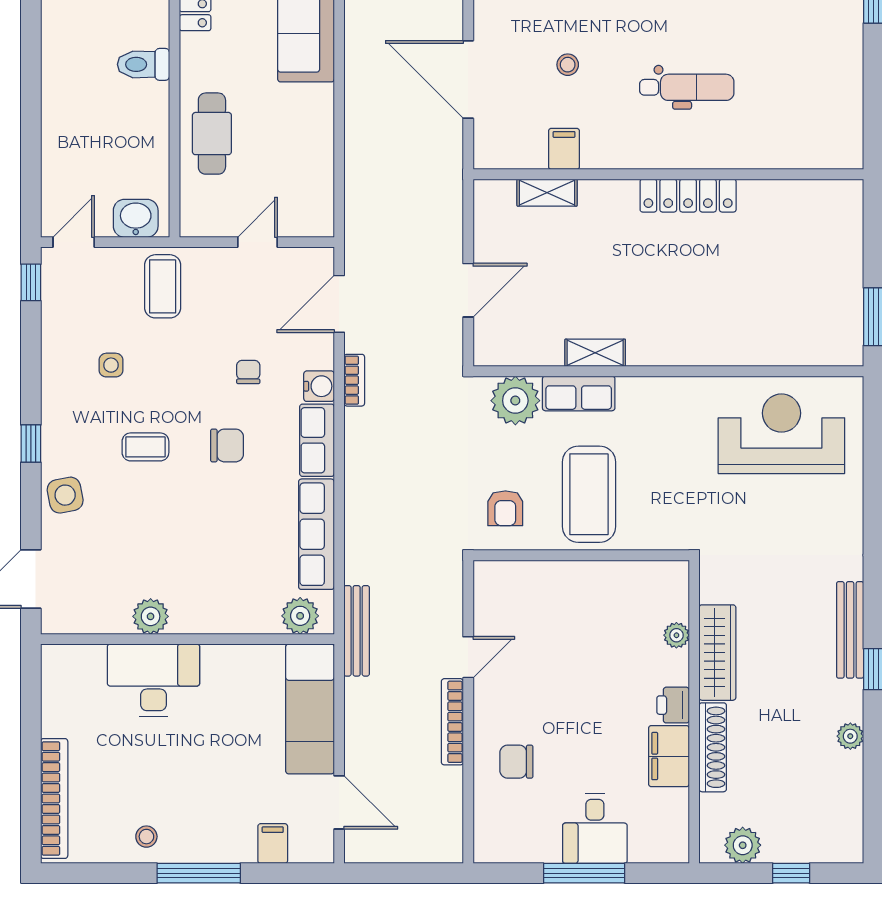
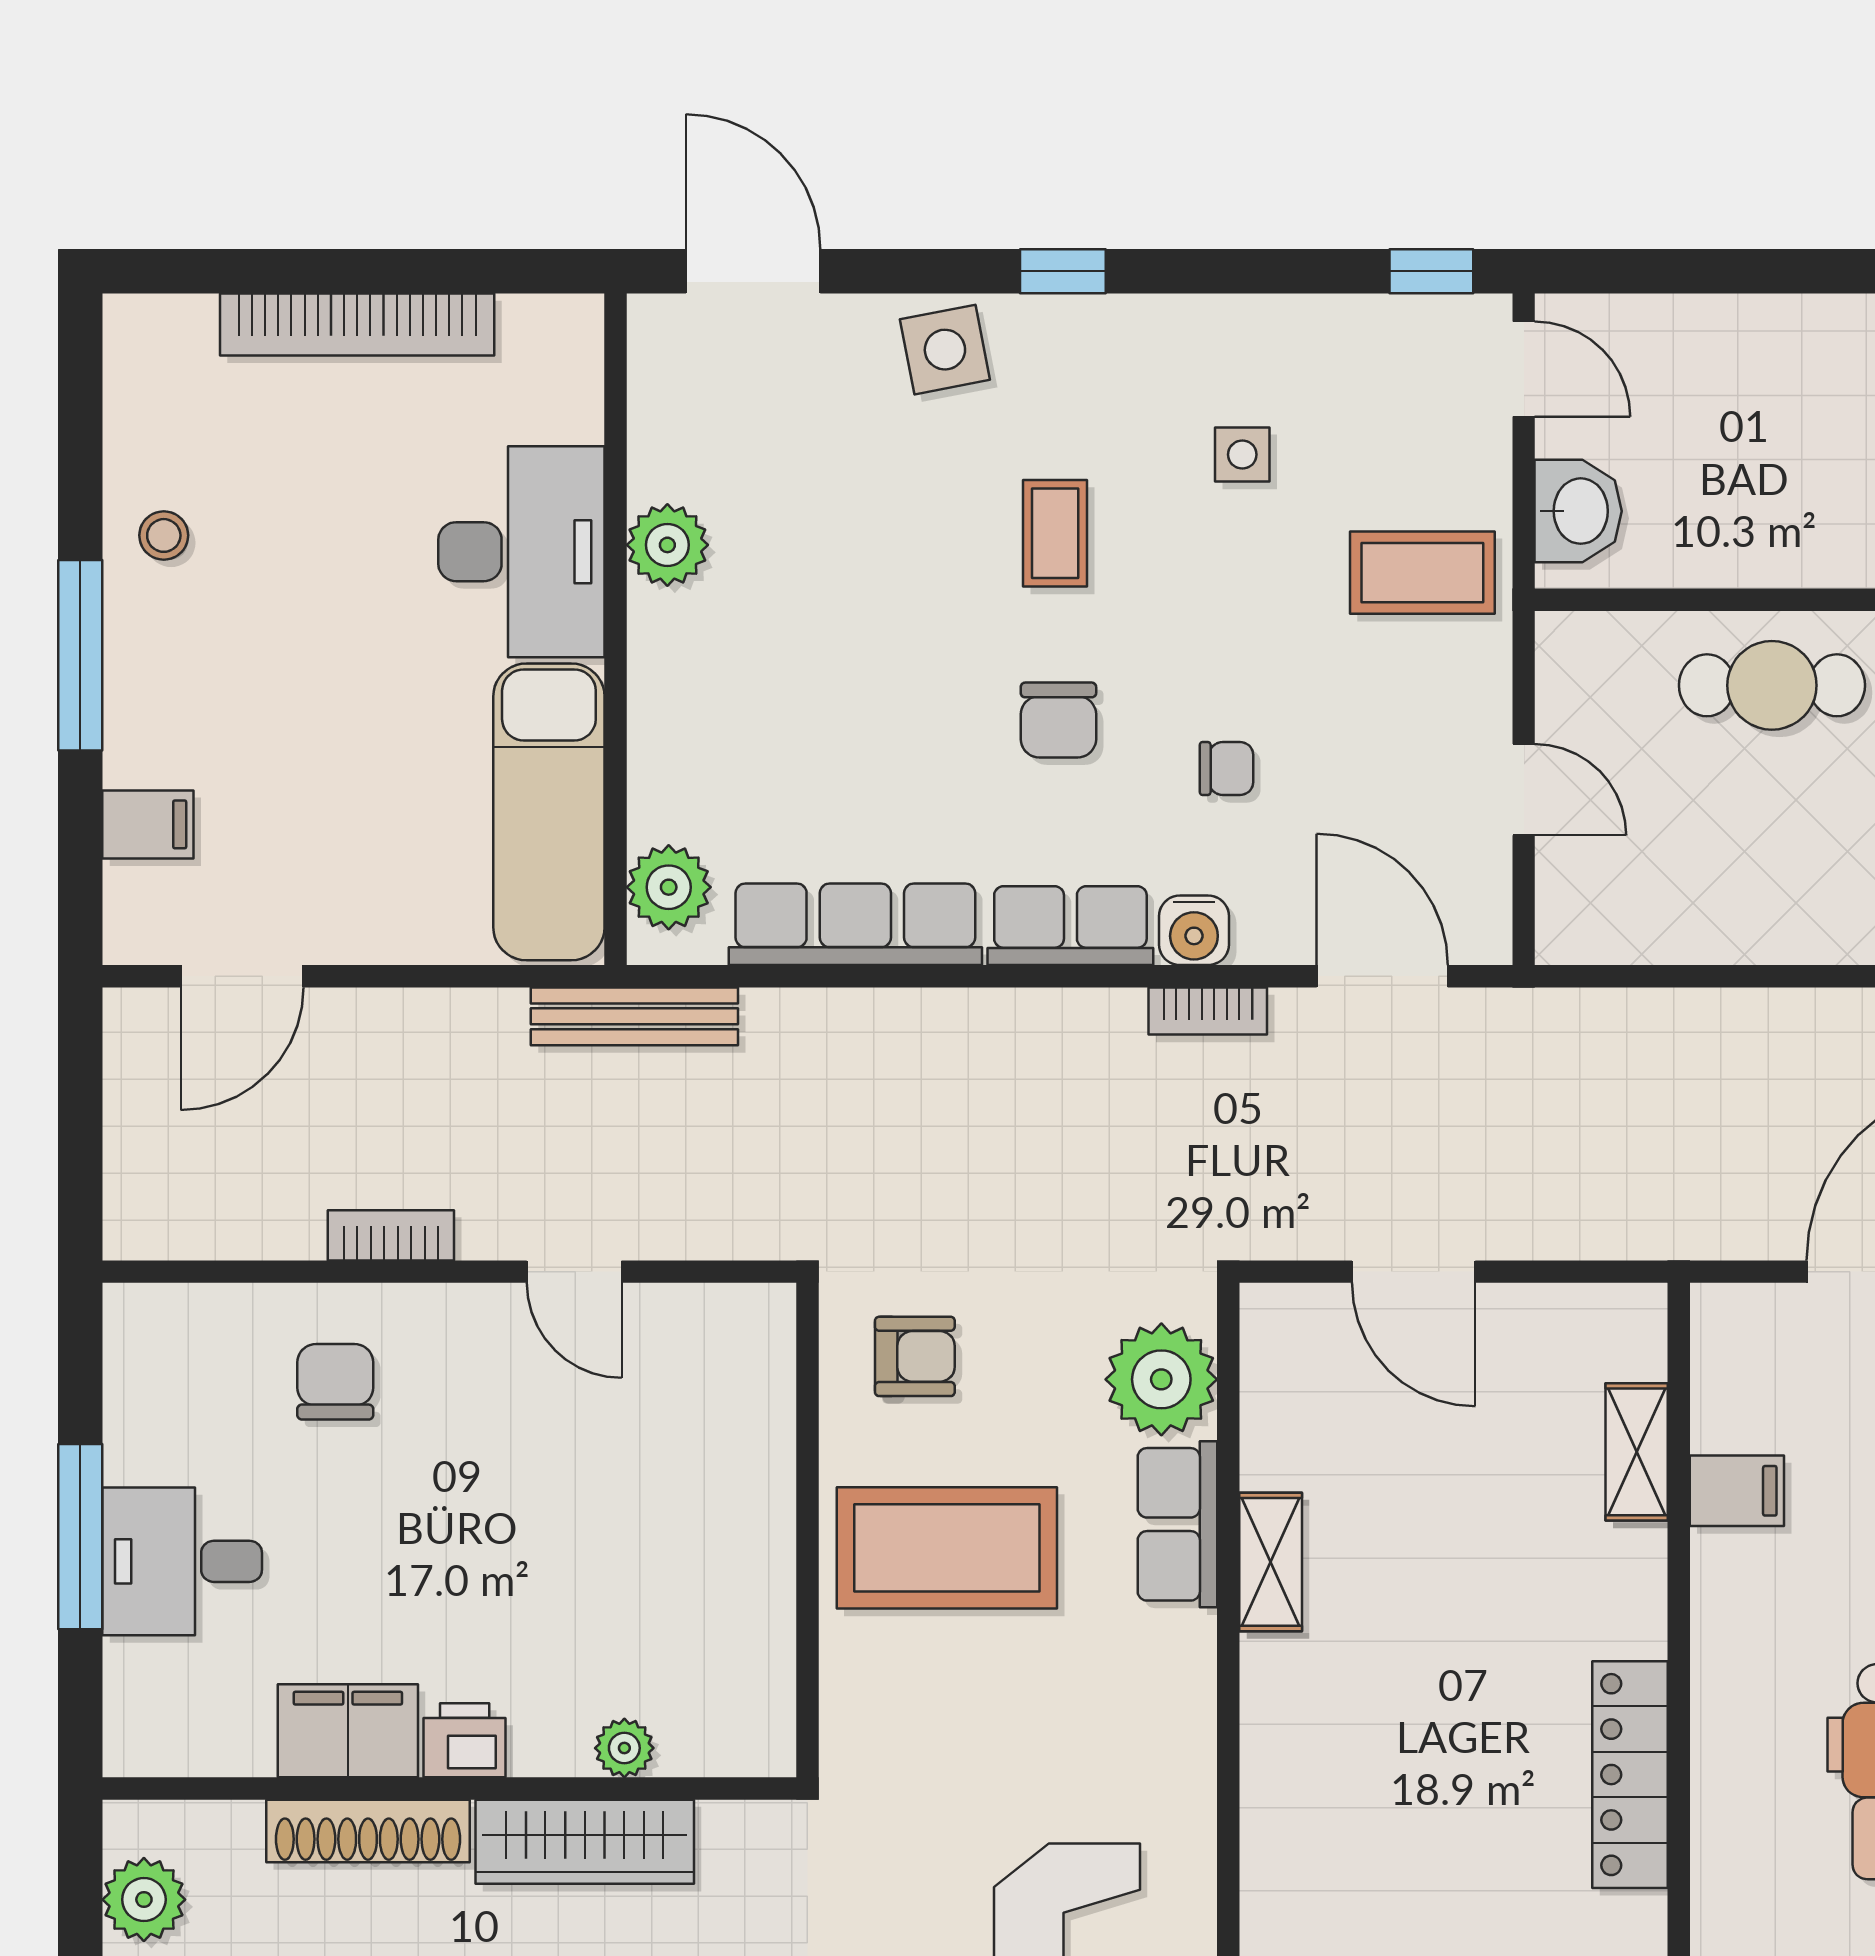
armchair: (505, 508) -> (915, 1356), turned 180
exam couch: (310, 709) -> (549, 812), moved, turned -90
bookcase: (452, 722) -> (391, 1235), width x0.64
bookcase: (54, 799) -> (357, 324), moved

